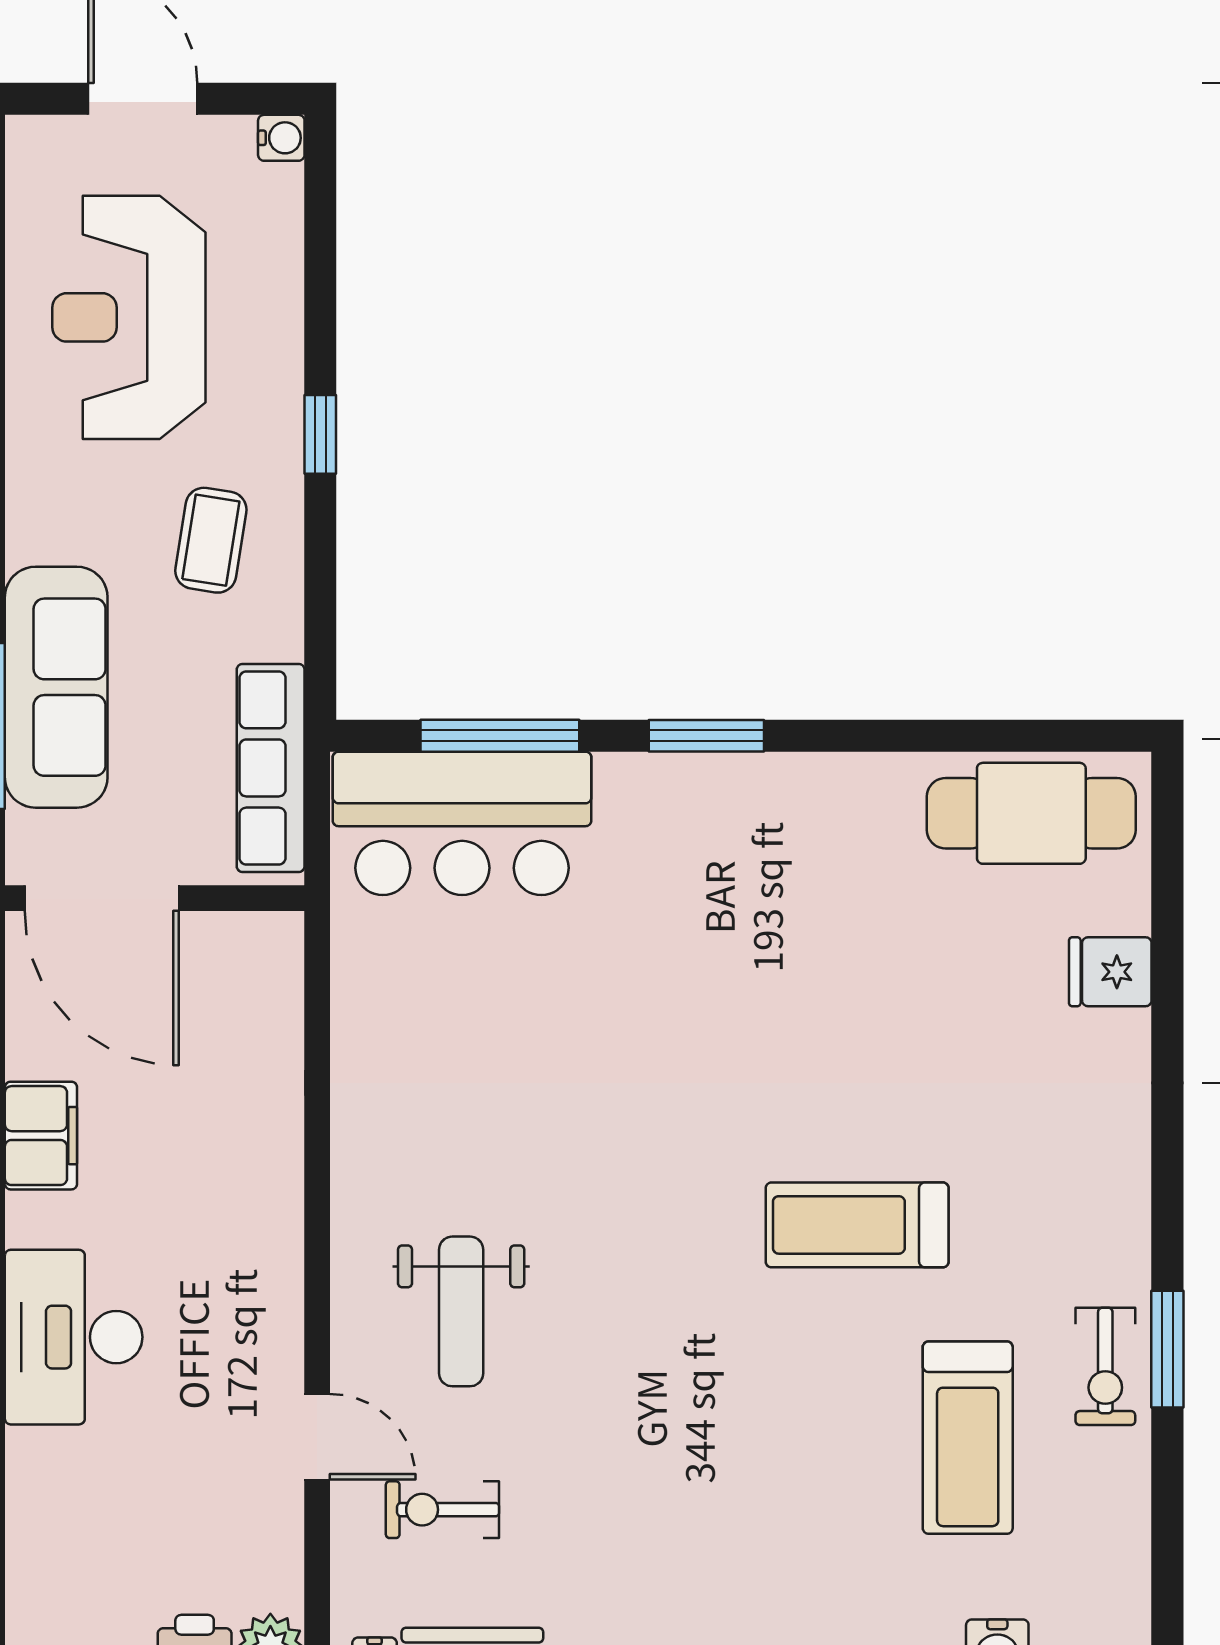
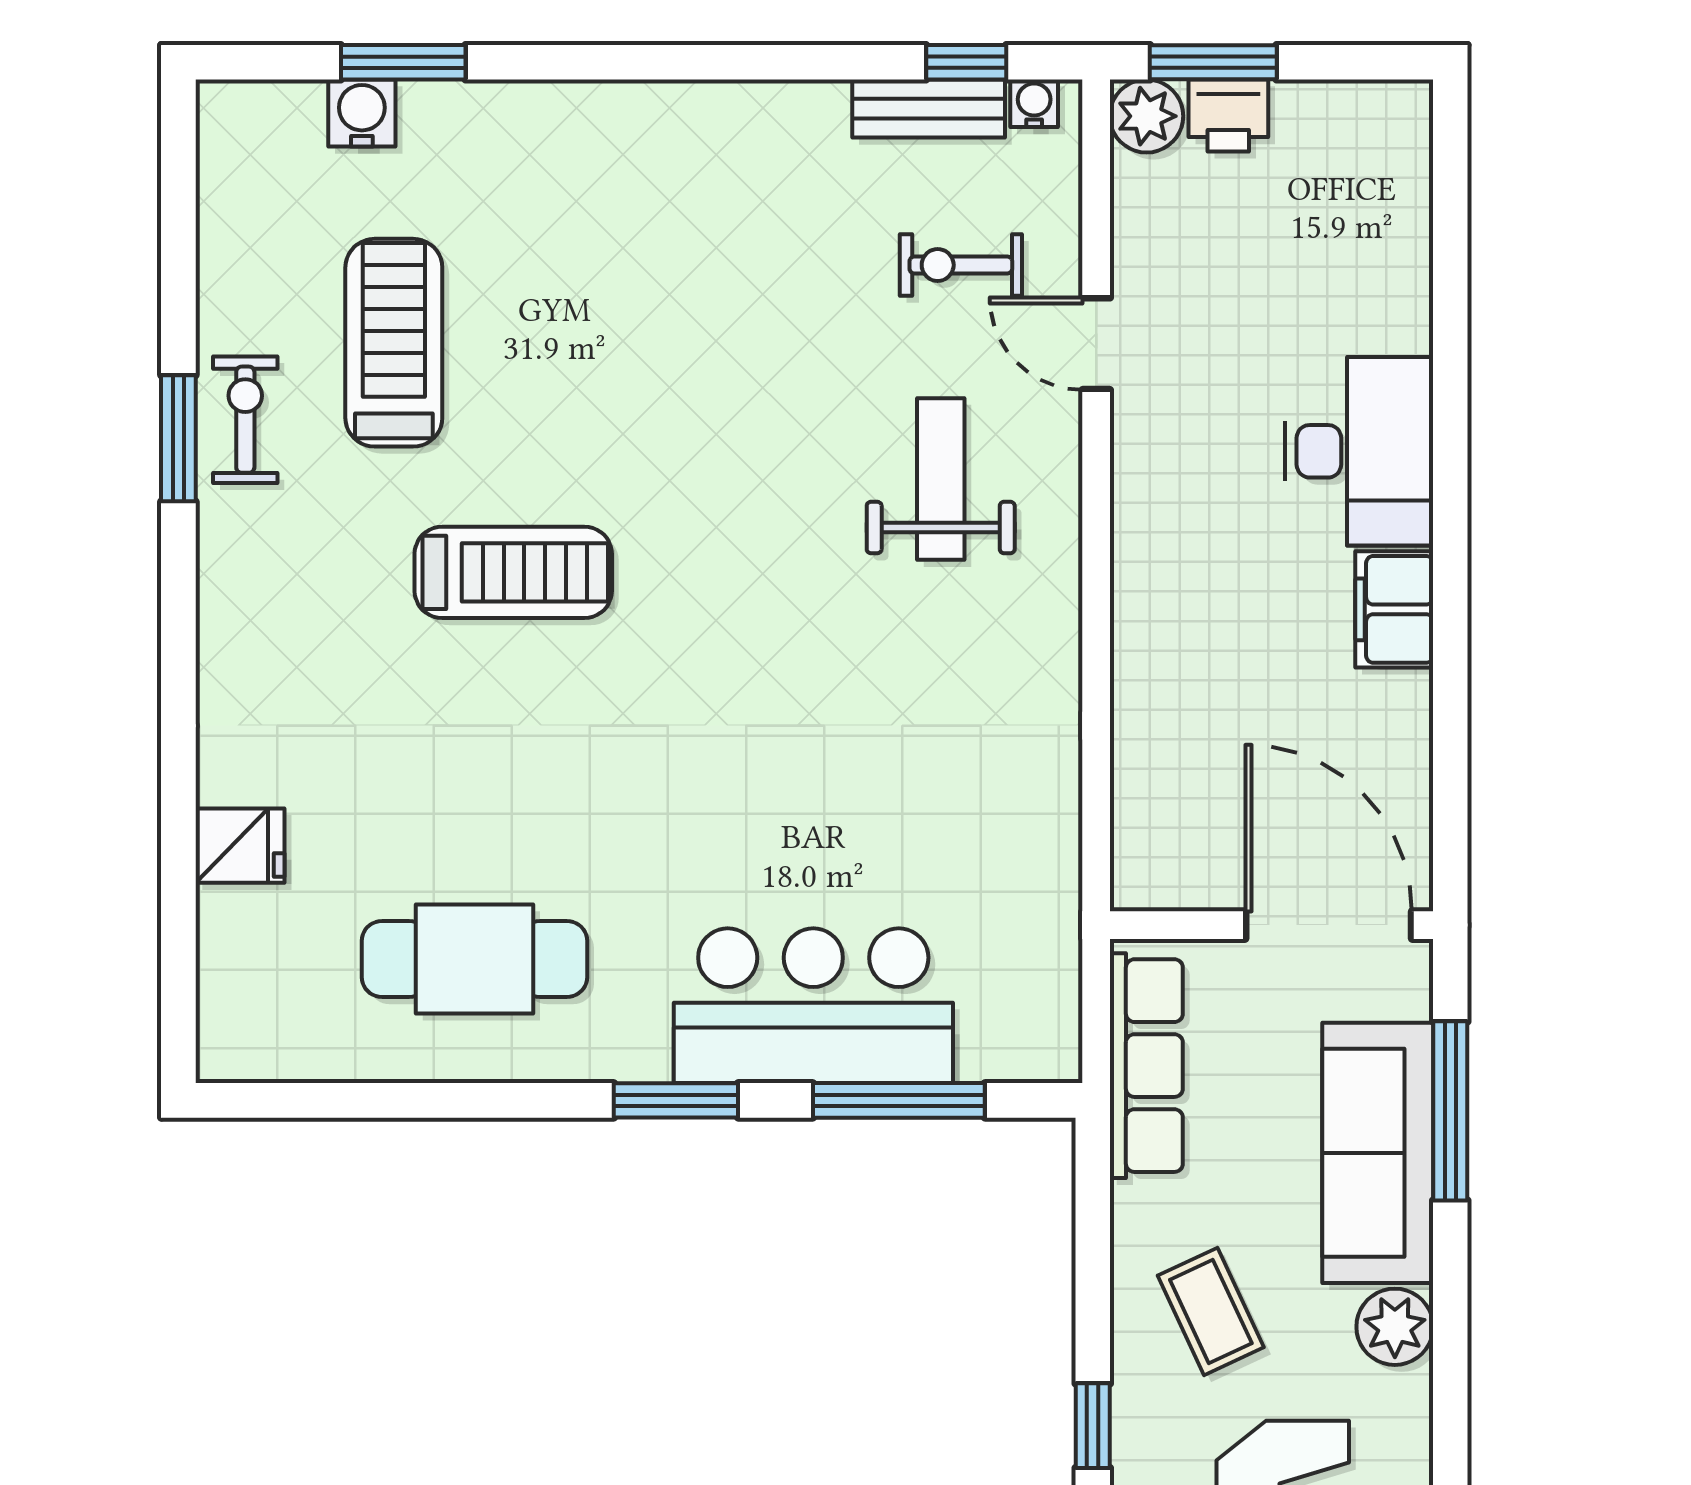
plant: (40, 526) -> (1395, 1327), added
coffee table: (211, 540) -> (1211, 1311), turned -34
cafe table: (1031, 813) -> (474, 959), moved
bar counter: (462, 823) -> (813, 1006), moved
filing cabinet: (41, 1136) -> (1394, 609), moved
exercise bike: (442, 1510) -> (961, 265), turned 180

